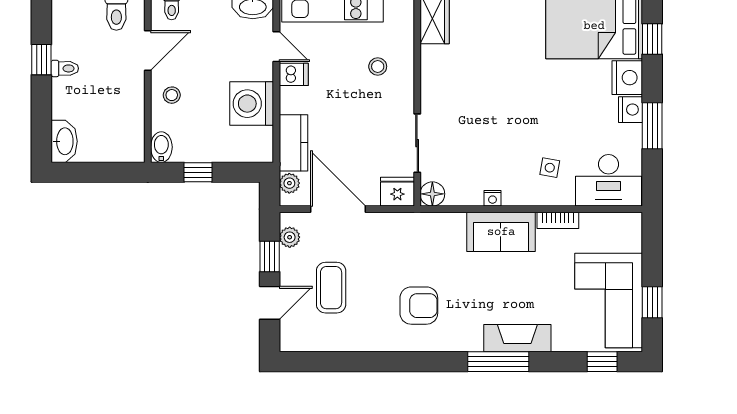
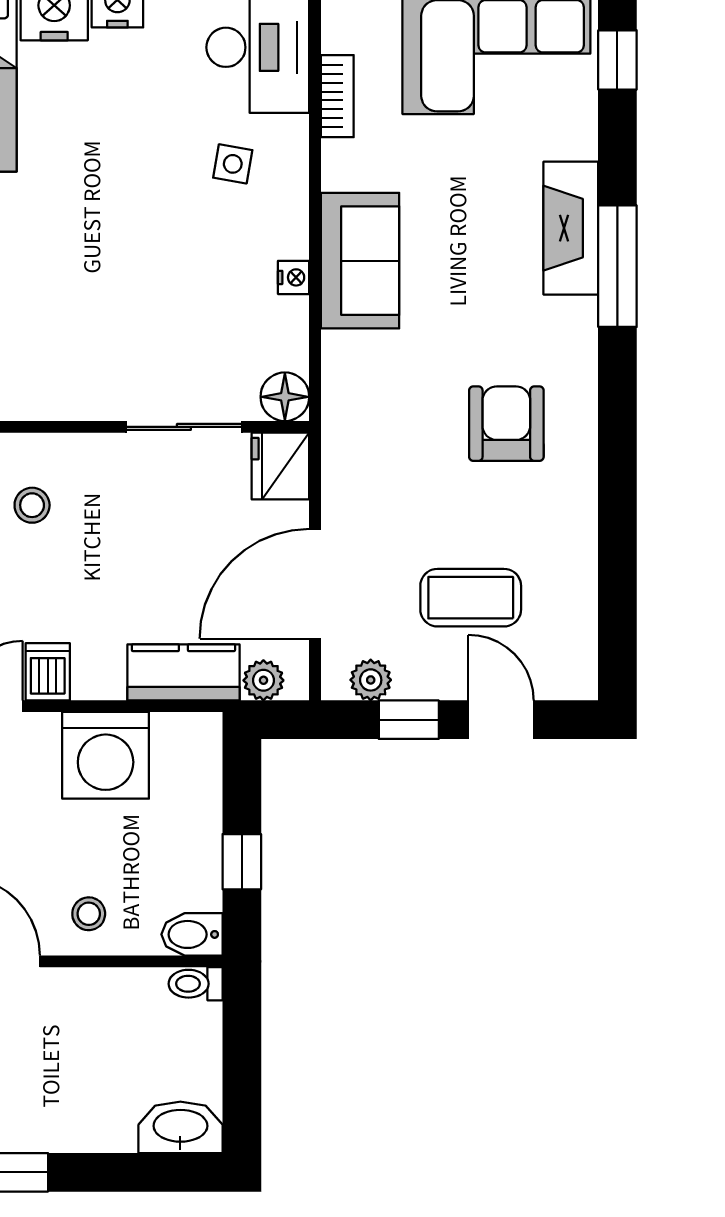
toilet: (65, 68) -> (196, 984), moved, turned -90
bookcase: (558, 220) -> (337, 96), moved

